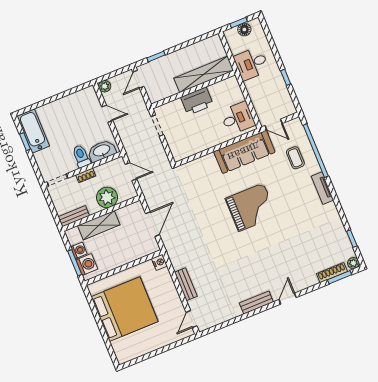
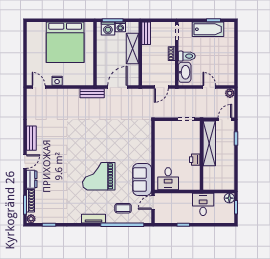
floor lamp: (244, 29) -> (229, 198), moved
shelving: (204, 74) -> (209, 143), moved
door: (138, 79) -> (225, 119), hinge flipped
printer: (197, 101) -> (195, 160), width x0.53, depth x0.68
door: (107, 114) -> (209, 87), swing flipped
bathtub: (33, 131) -> (208, 29), moved
sofa: (244, 152) -> (142, 179), width x0.73
plant: (107, 197) -> (150, 62), removed
grand piano: (251, 207) -> (99, 176), moved, turned 90
door: (152, 224) -> (117, 87), swing flipped
nightstand: (159, 262) -> (57, 81), moved
dresser: (306, 282) -> (32, 179), added
bench: (186, 284) -> (92, 93), moved
door: (288, 299) -> (25, 162), hinge flipped

